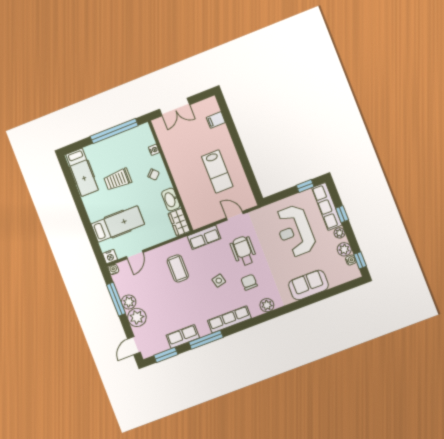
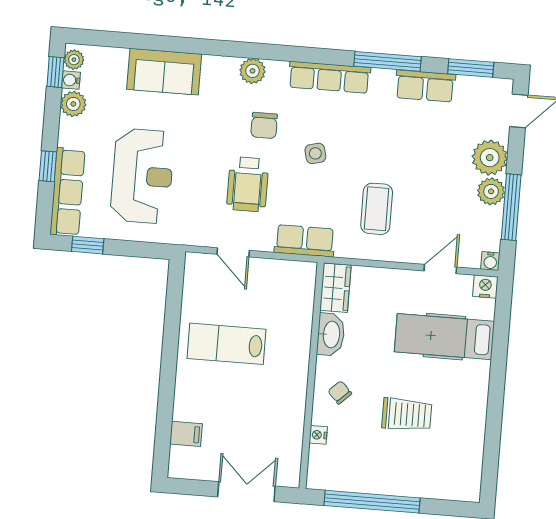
lab bench: (217, 171) -> (227, 344), turned -90
hospital bed: (82, 172) -> (464, 458), removed
plant: (339, 233) -> (74, 60), moved

